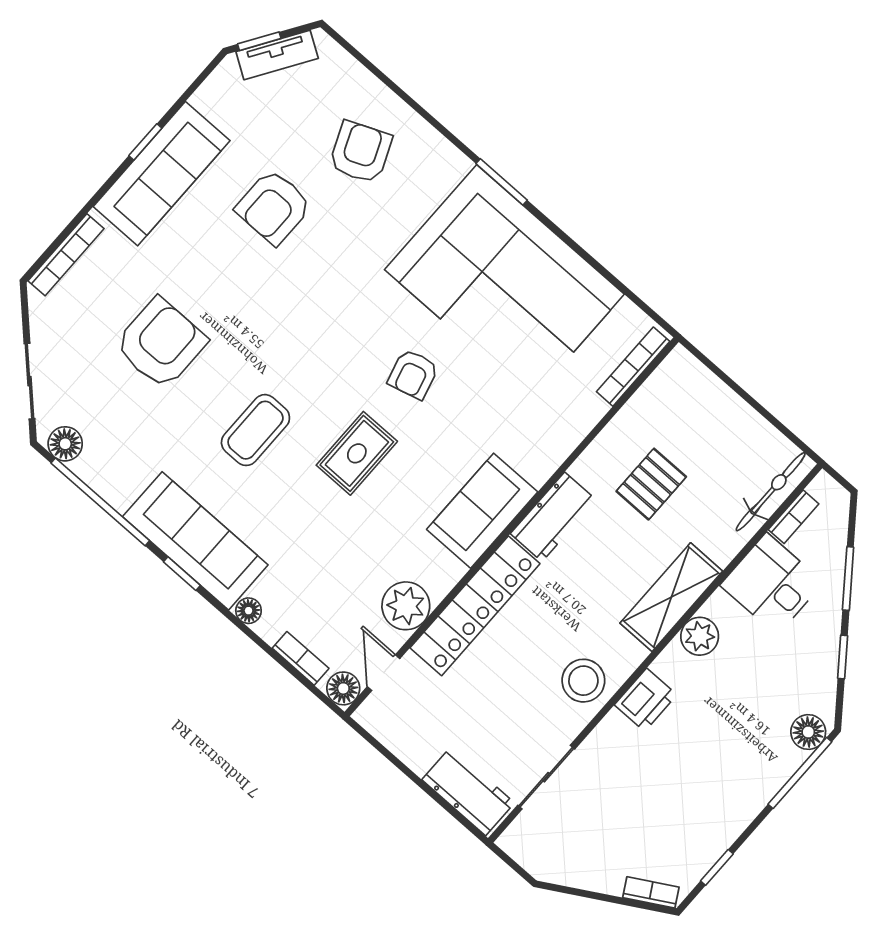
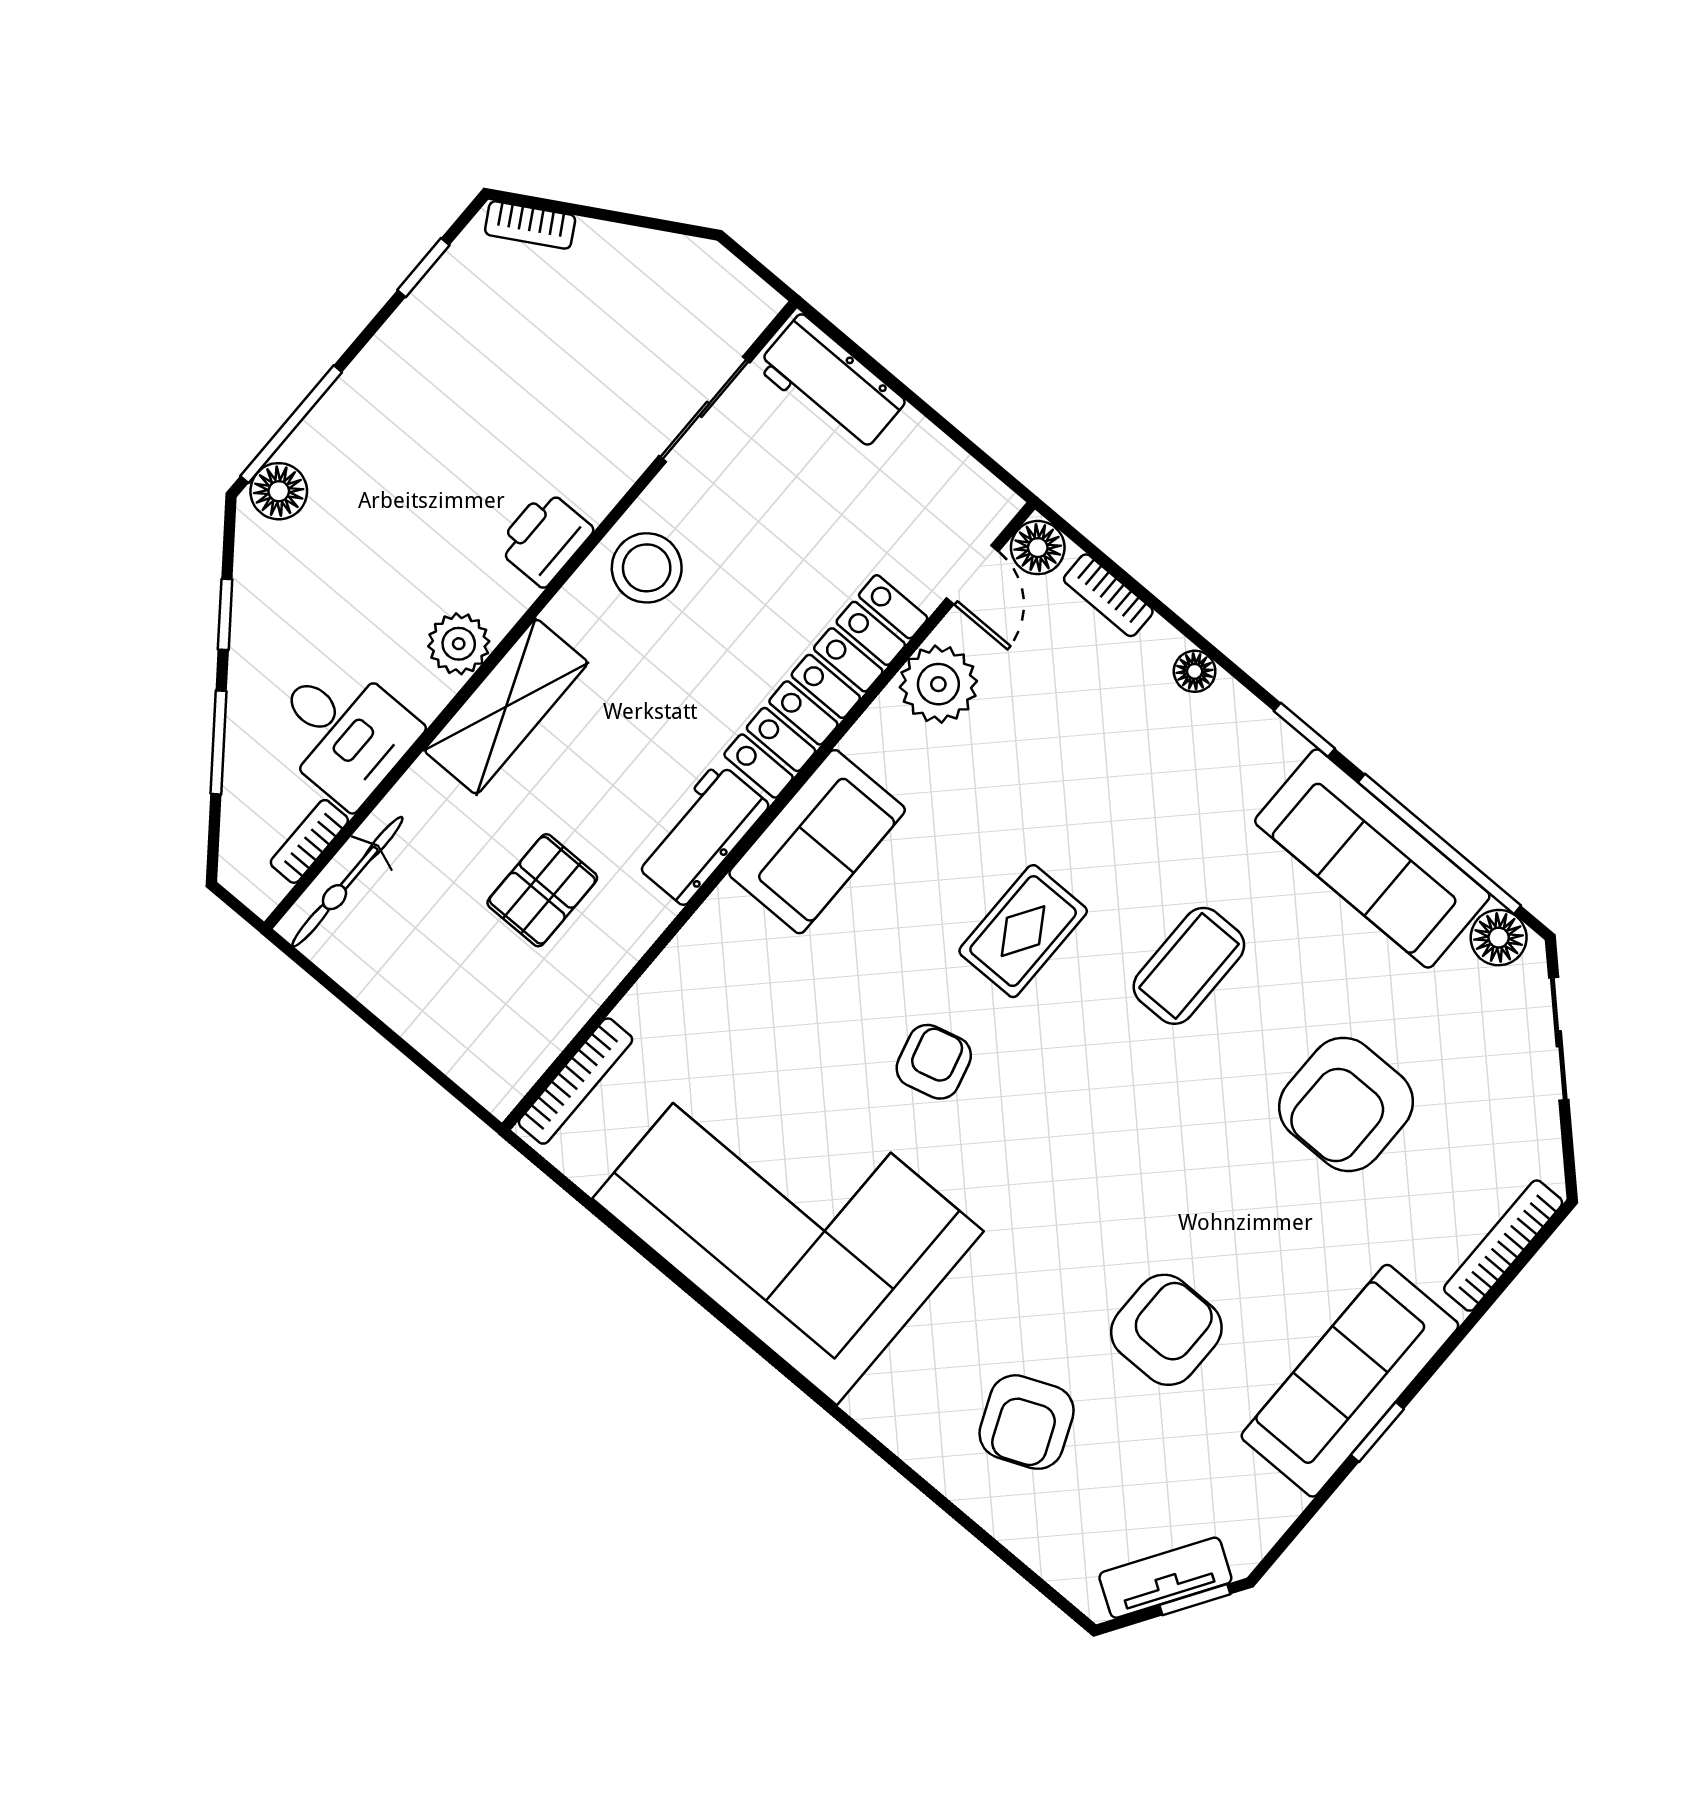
window: (502, 182) -> (796, 1378), removed
sofa: (195, 541) -> (1372, 859), moved

